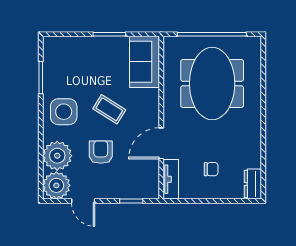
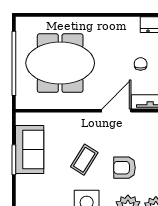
sofa: (145, 62) -> (30, 150), moved, turned -90
door: (161, 143) -> (116, 111), swing flipped

